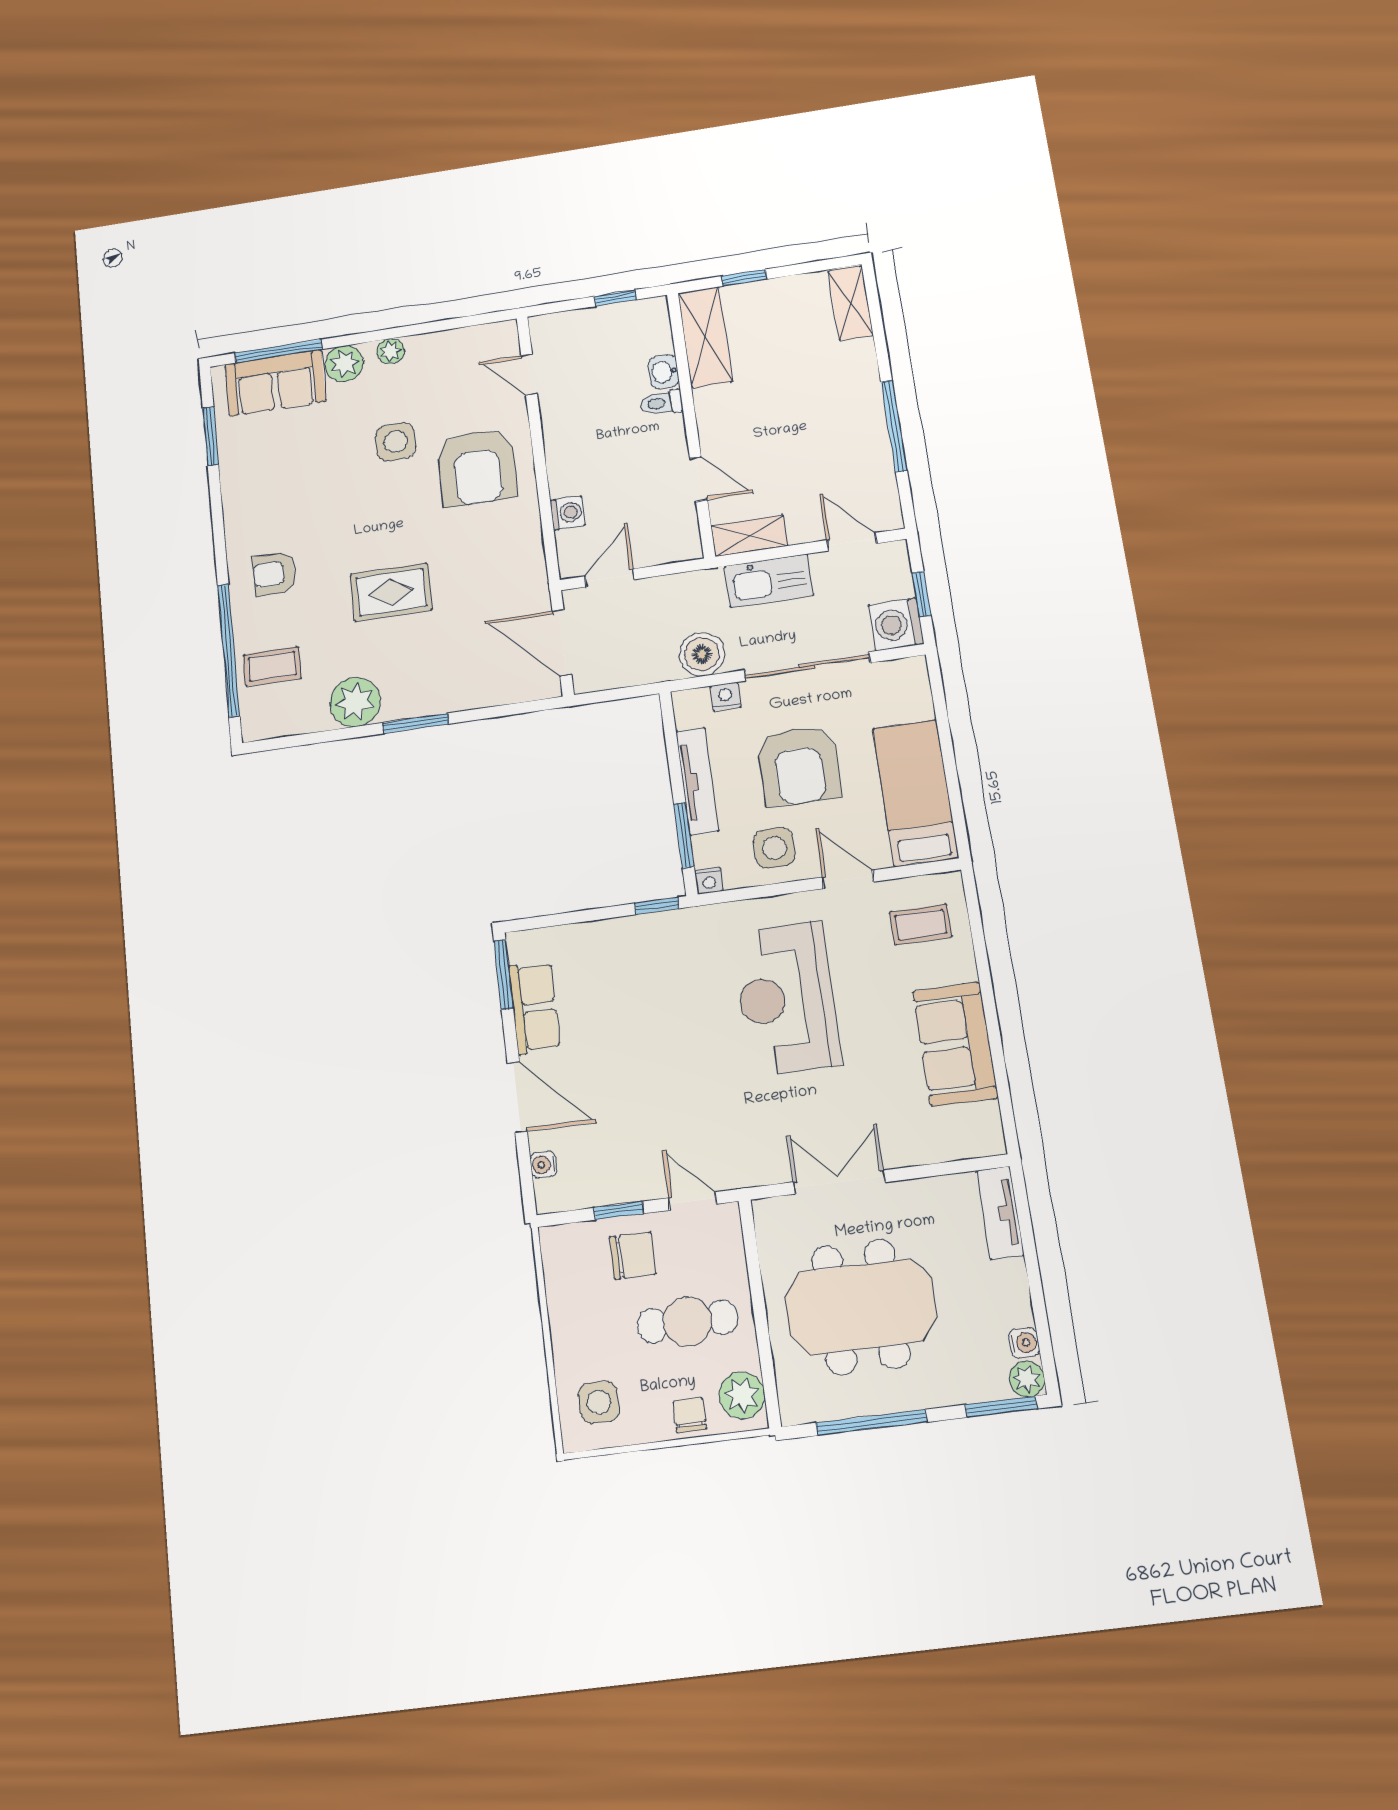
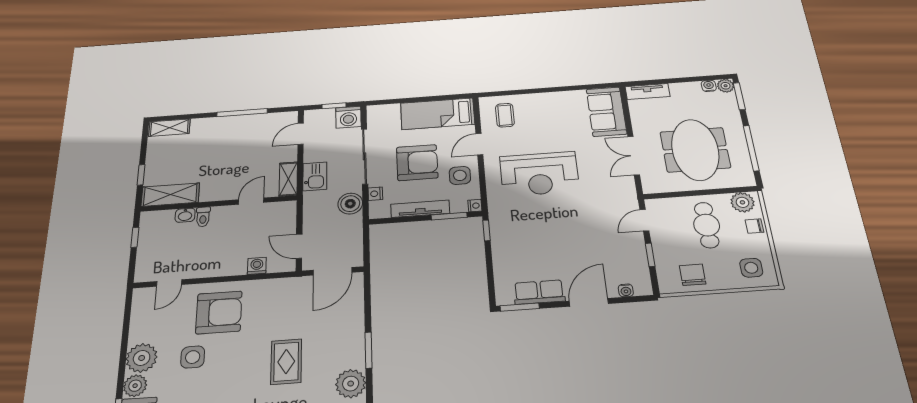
plant: (391, 351) -> (142, 358), width x1.88, depth x1.88
kitchen sink: (769, 581) -> (315, 176), width x0.73
sofa: (955, 1044) -> (606, 112), moved, turned 90
chair: (632, 1256) -> (693, 275), moved

